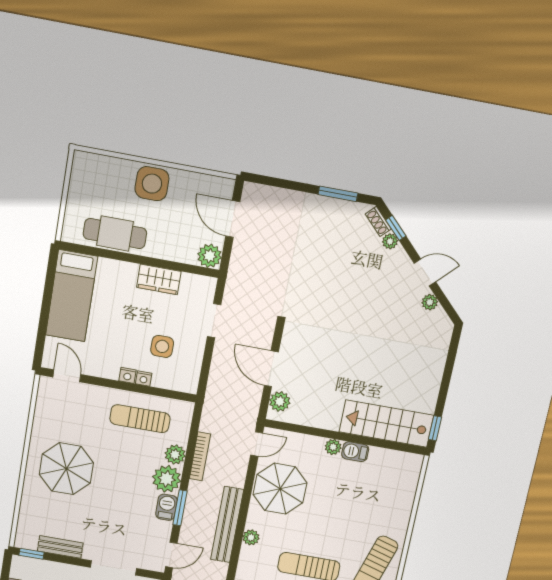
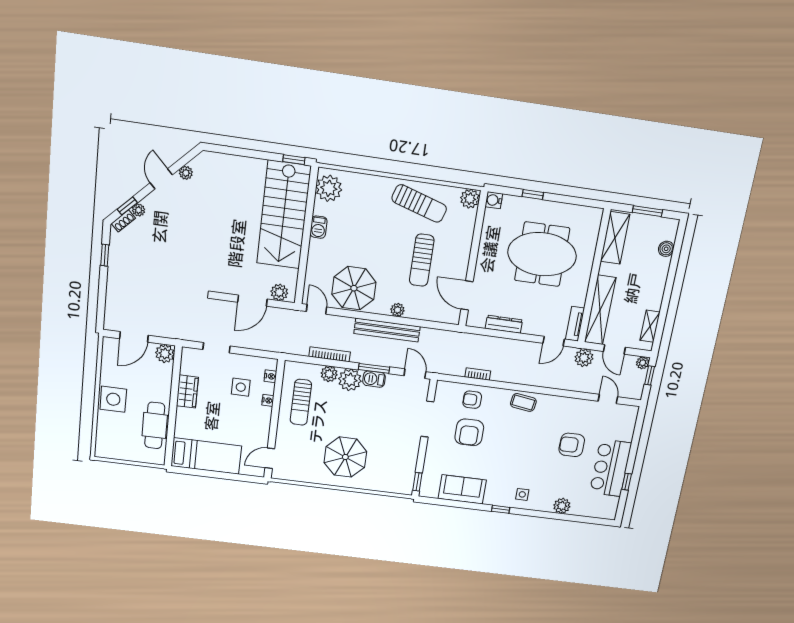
window: (338, 194) -> (105, 255), width x0.67
nightstand: (127, 375) -> (270, 376), moved
stairs: (386, 424) -> (284, 215), width x1.36, depth x1.51
plant: (333, 447) -> (329, 188), moved, width x1.88, depth x1.88
bench: (60, 547) -> (411, 460), removed

